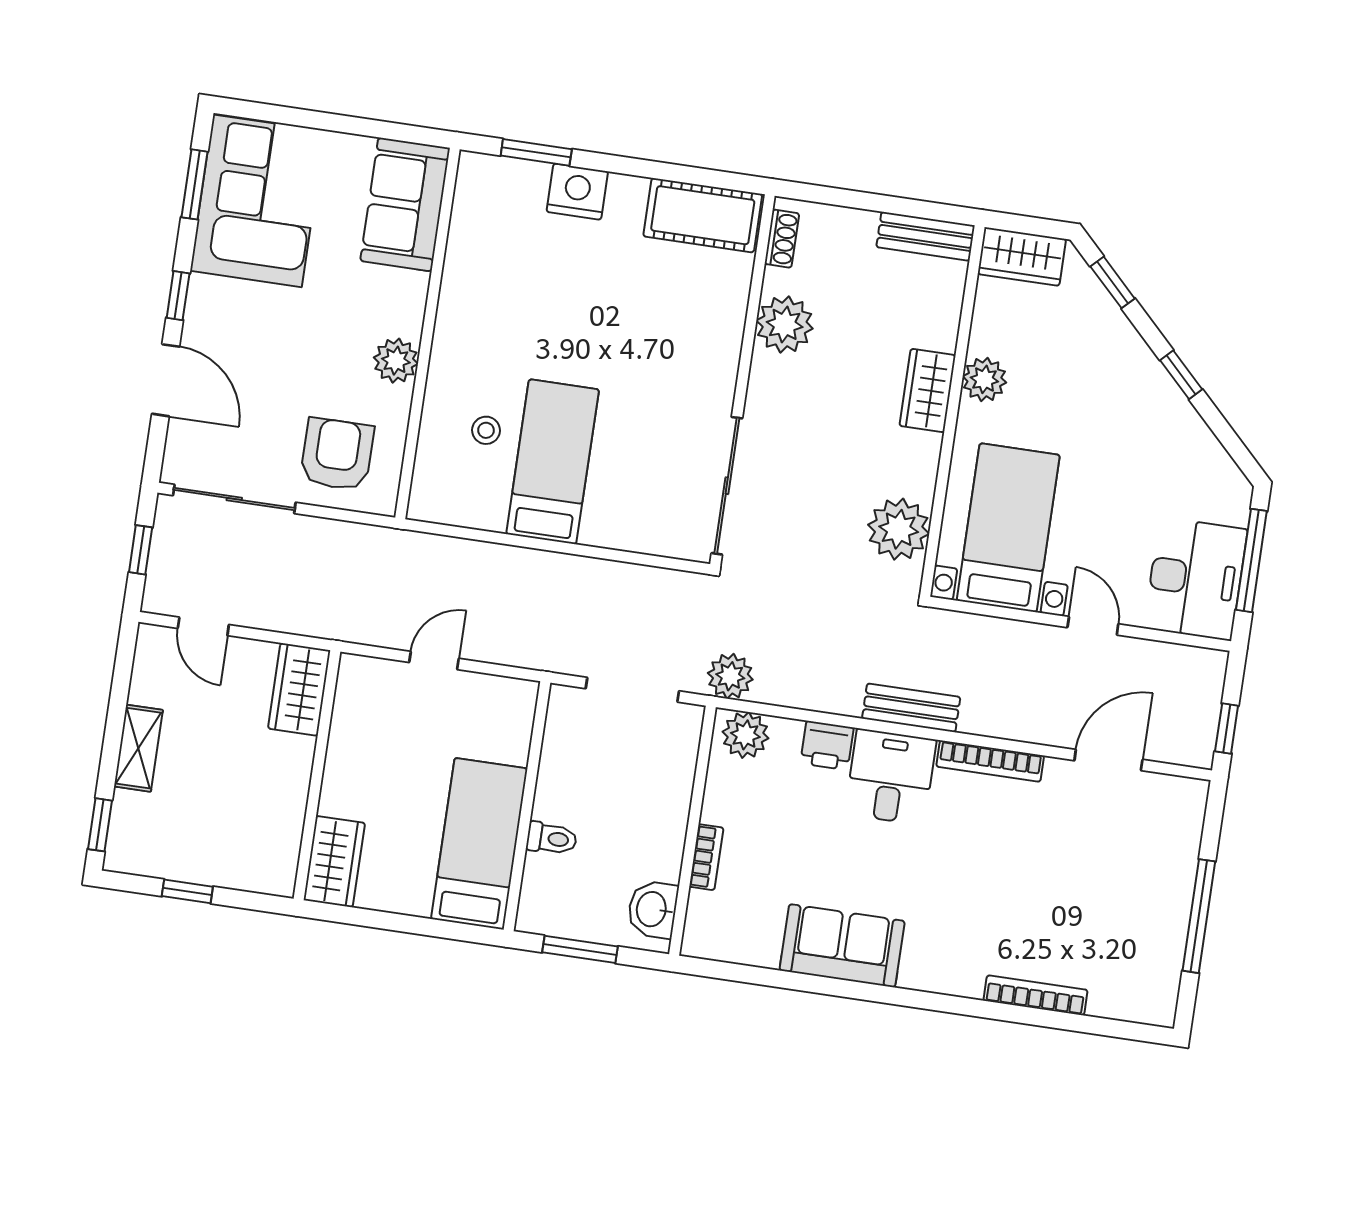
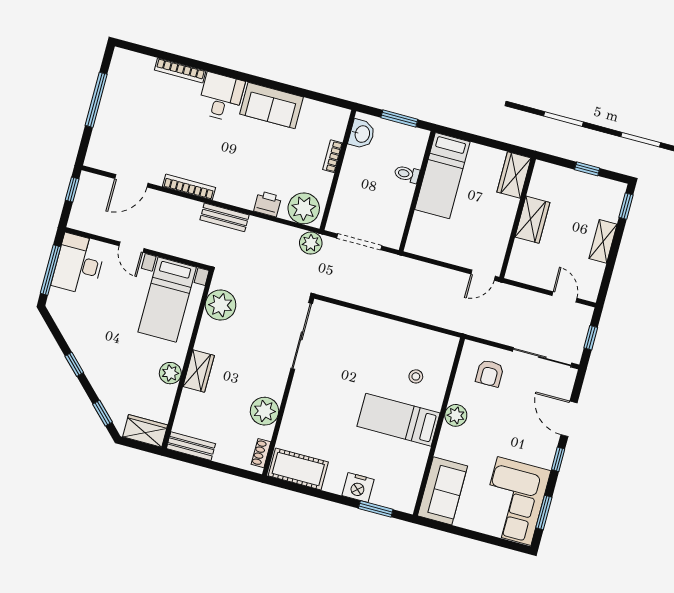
armchair: (337, 454) -> (490, 373), width x0.72, depth x0.72
bed: (553, 462) -> (399, 420), moved, turned 90
door: (434, 660) -> (483, 275), moved
wardrobe: (299, 689) -> (532, 220), moved
plant: (745, 735) -> (304, 208), width x1.36, depth x1.36
desk: (891, 777) -> (221, 97), moved, turned 180

